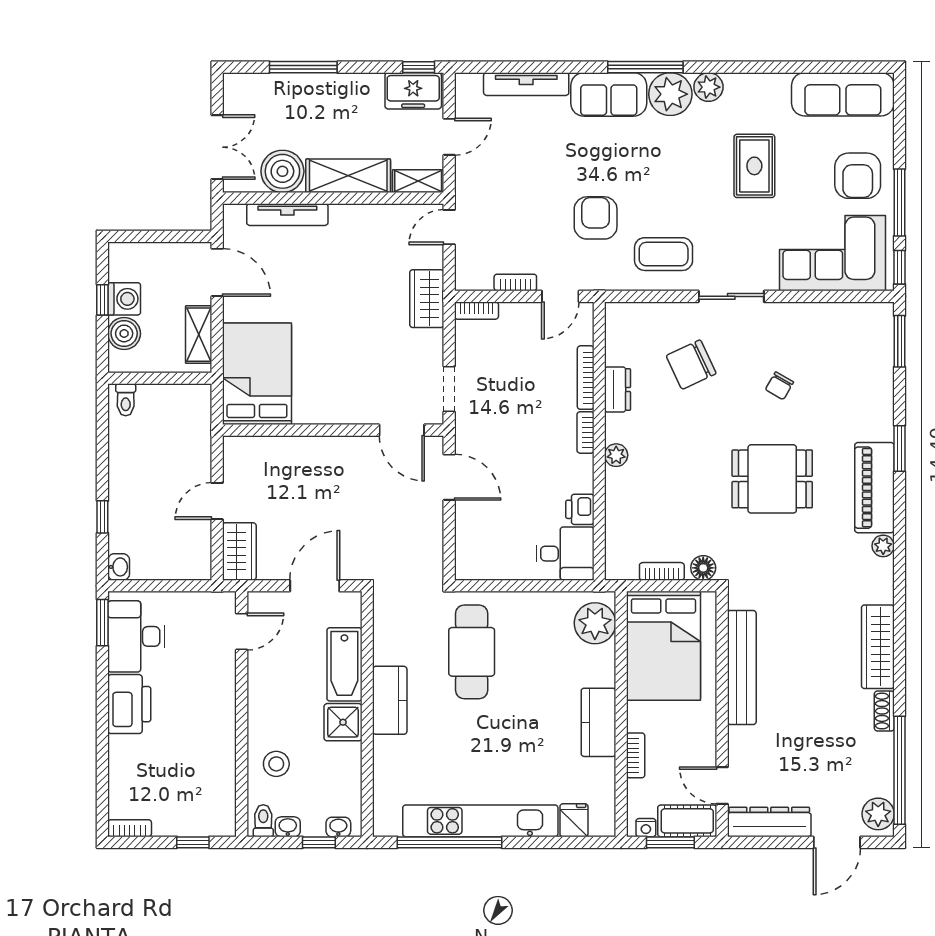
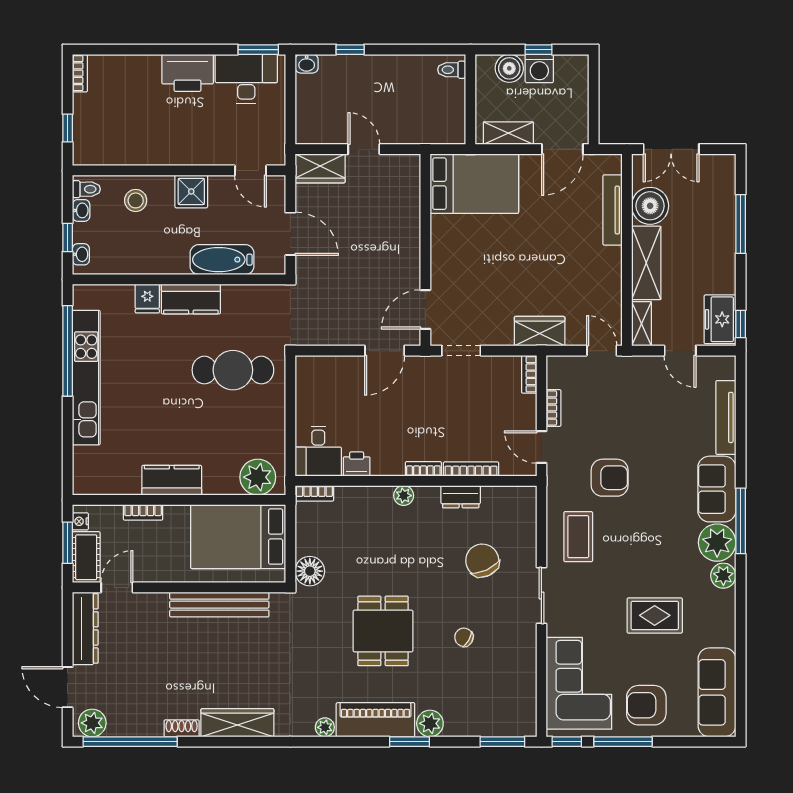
plant: (879, 425) -> (430, 723), added
floor lamp: (703, 568) -> (310, 571), width x1.38, depth x1.38
bookcase: (662, 571) -> (314, 493), moved, turned 90
shower: (343, 722) -> (191, 191), moved
fridge: (574, 820) -> (147, 299), moved, turned 90

